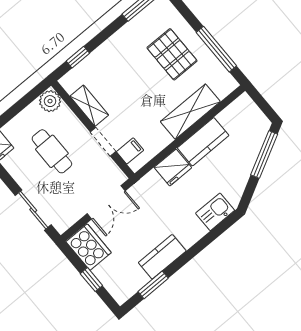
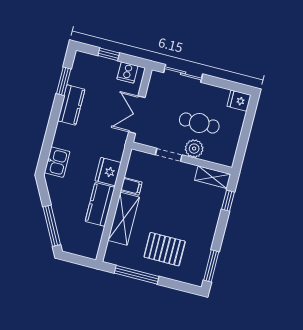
plant: (50, 101) -> (194, 149), moved
shelving: (89, 106) -> (213, 177), moved
filing cabinet: (130, 151) -> (131, 186), moved, turned -90
cooker: (89, 247) -> (127, 72), width x0.53, depth x0.76

